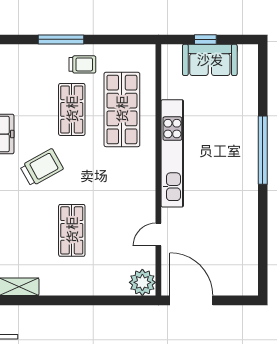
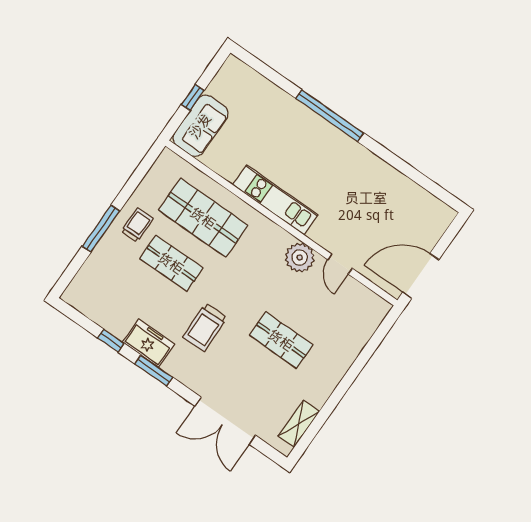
sofa: (210, 60) -> (200, 126), moved
kitchen unit: (172, 153) -> (275, 200), width x0.73
trolley: (42, 168) -> (205, 327), turned -152
plant: (142, 282) -> (300, 258), moved

